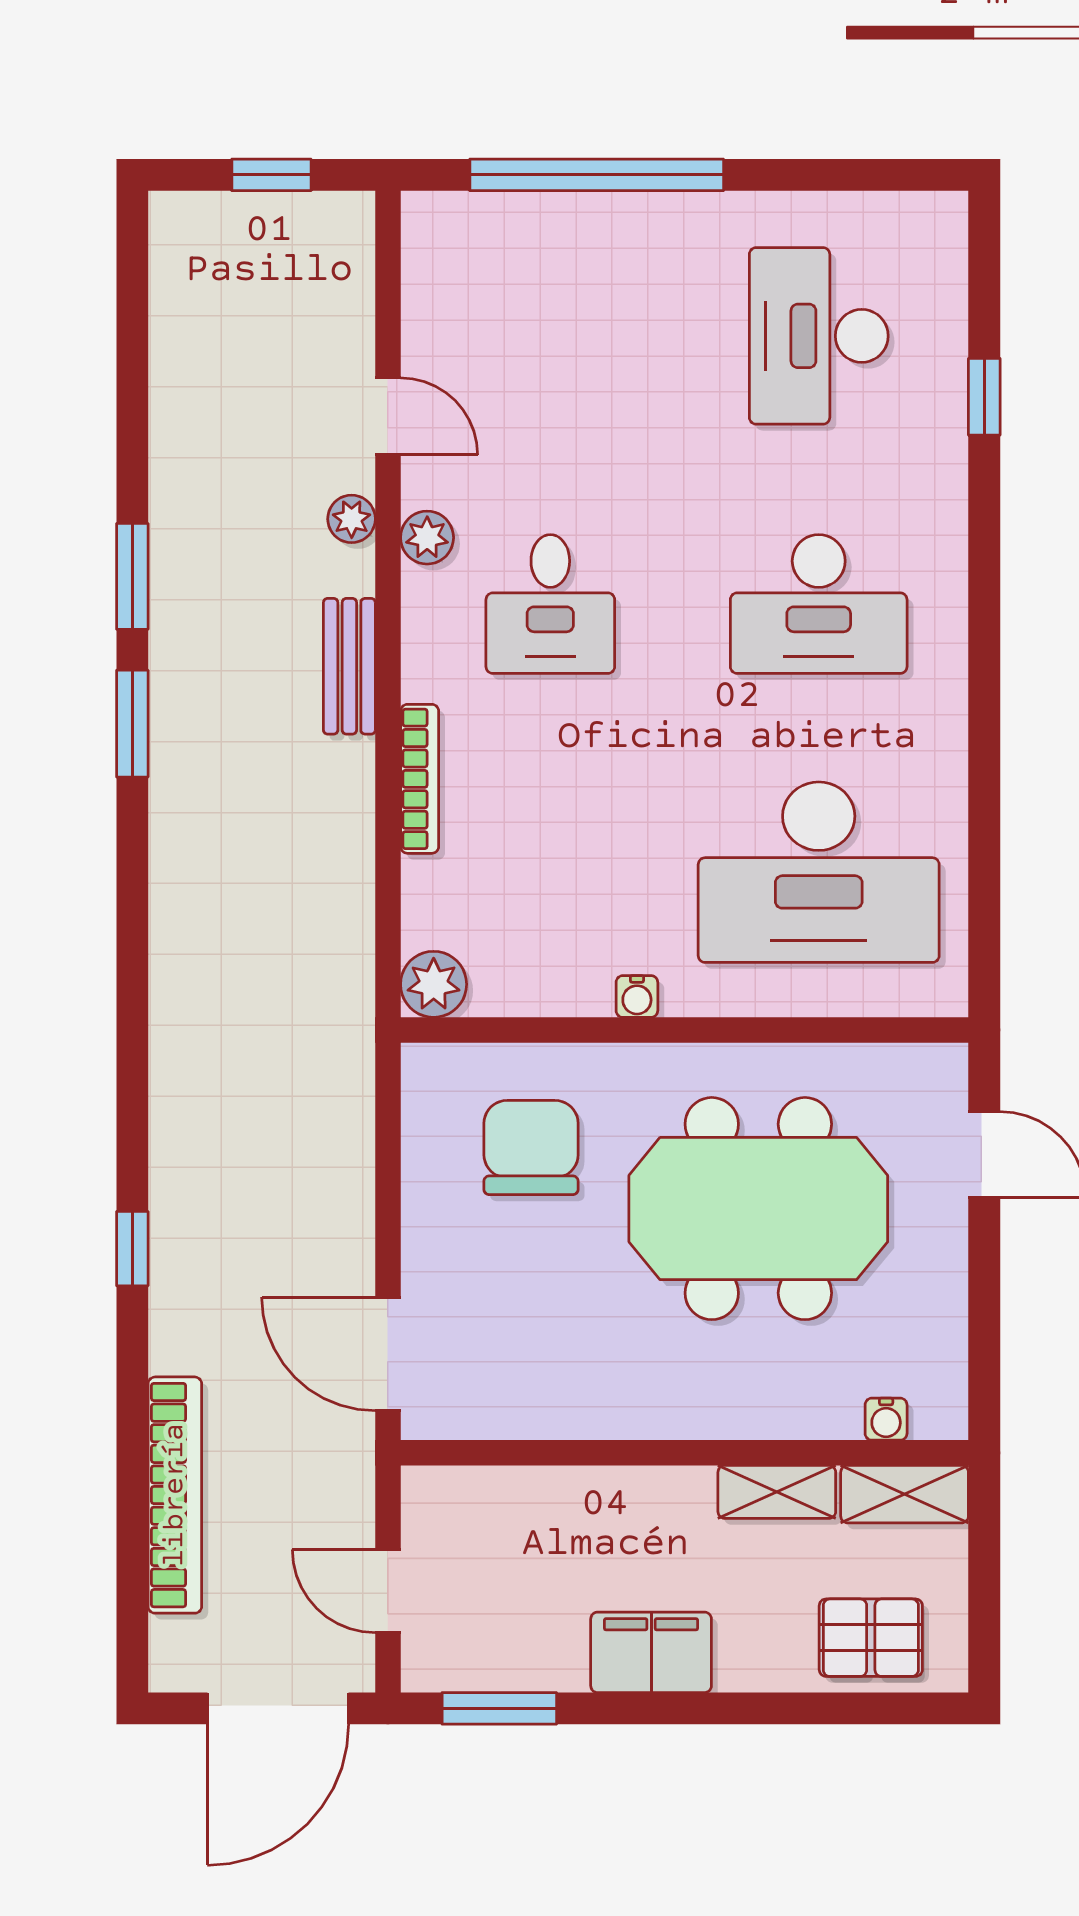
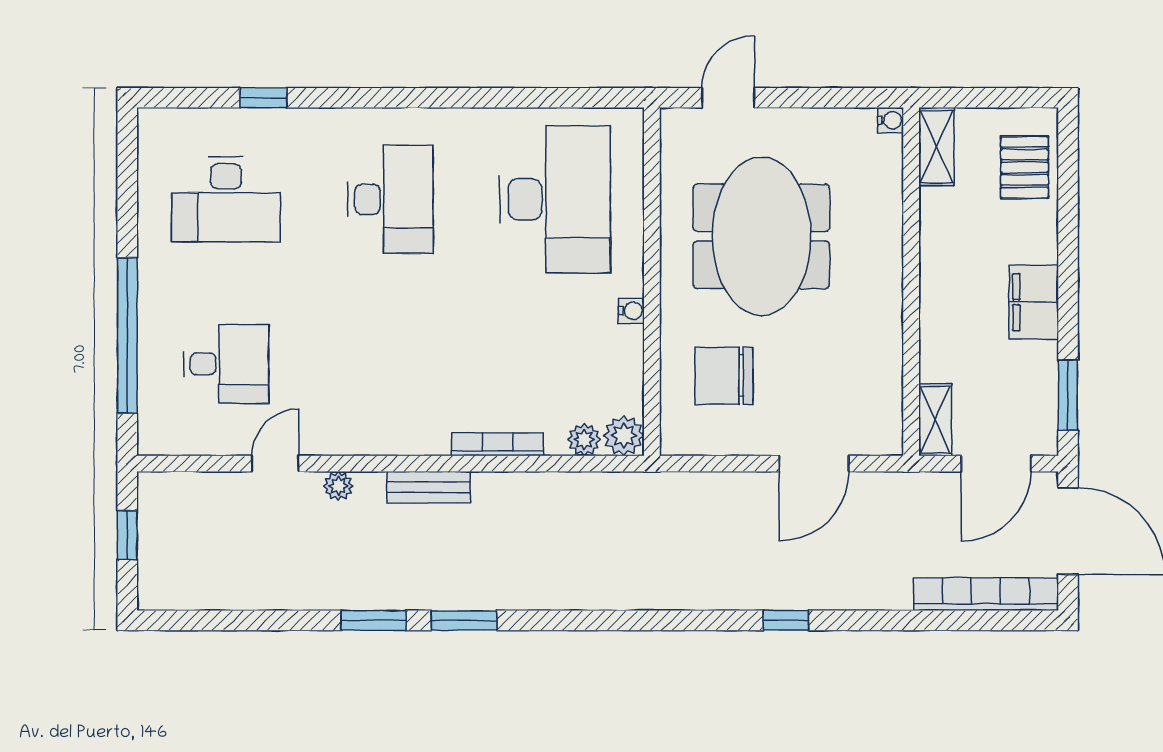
plant: (427, 538) -> (584, 440), moved
desk: (550, 604) -> (226, 364), moved
door: (388, 1354) -> (814, 464), moved
water cooler: (886, 1419) -> (891, 120), moved
shelving: (777, 1492) -> (935, 420), moved
bookcase: (175, 1495) -> (986, 594), moved
door: (388, 1591) -> (996, 464), width x1.38

